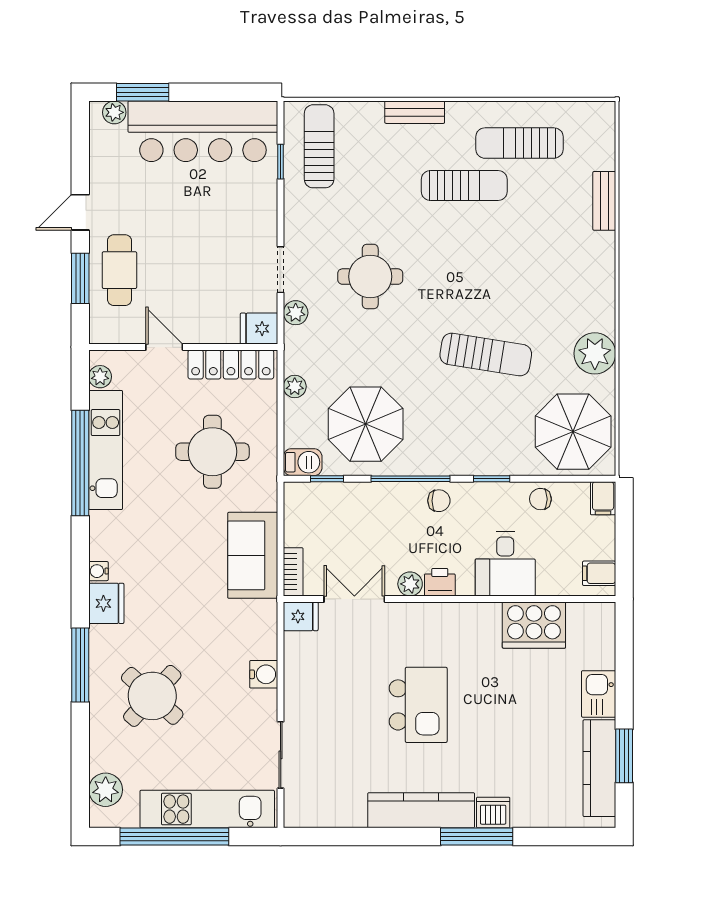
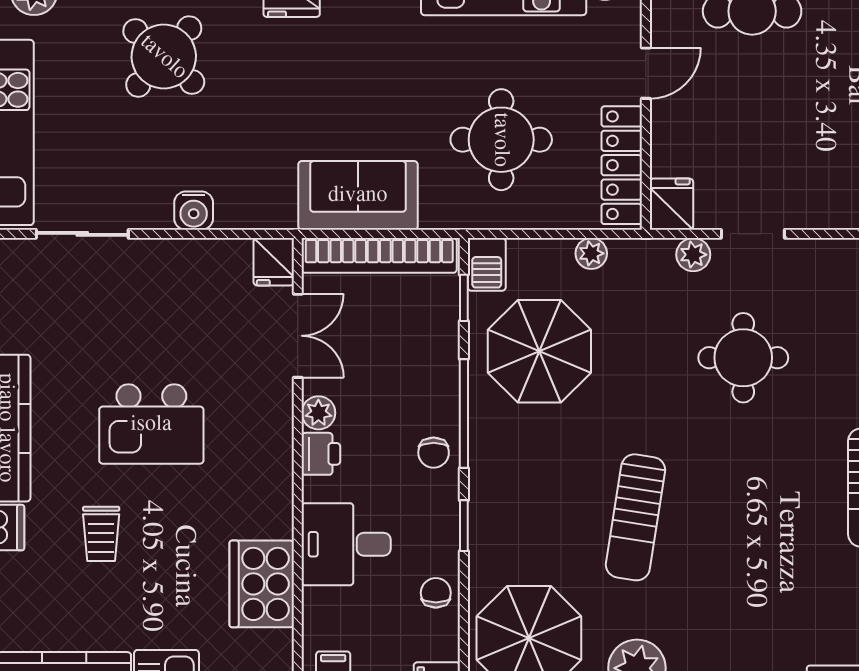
bookcase: (293, 572) -> (379, 255), width x2.31, depth x1.31
trolley: (498, 741) -> (101, 534), added

